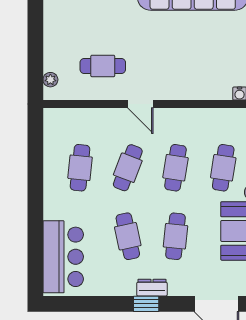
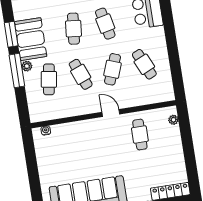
cafe table: (103, 66) -> (140, 135), turned 90
cafe table: (80, 168) -> (144, 64), turned -30
cafe table: (175, 168) -> (81, 74), turned -30

